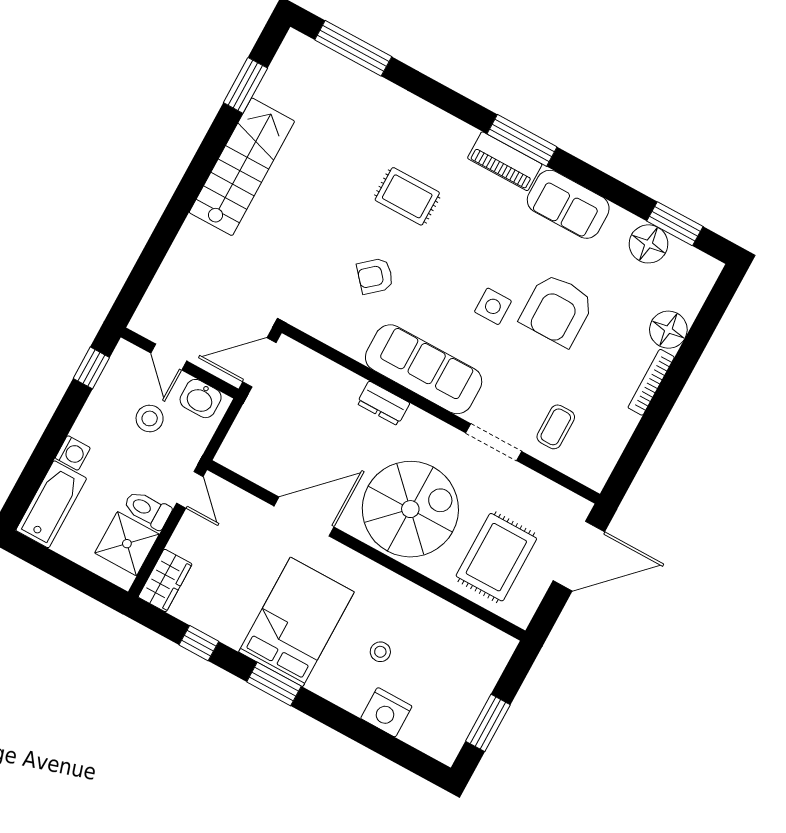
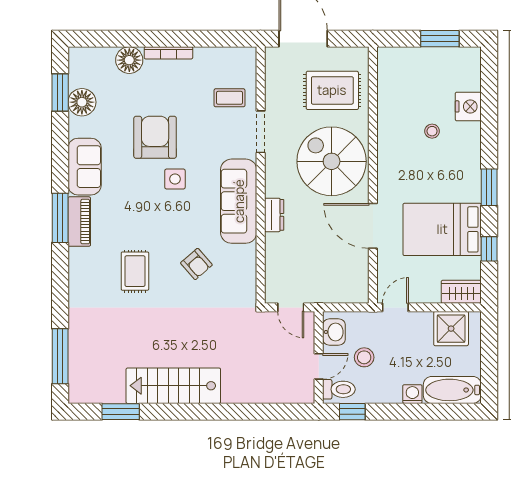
armchair: (557, 310) -> (155, 137), turned -90
door: (259, 362) -> (291, 307), width x0.73
toilet: (147, 509) -> (339, 389), moved, turned -90
bed: (296, 622) -> (442, 229), moved

